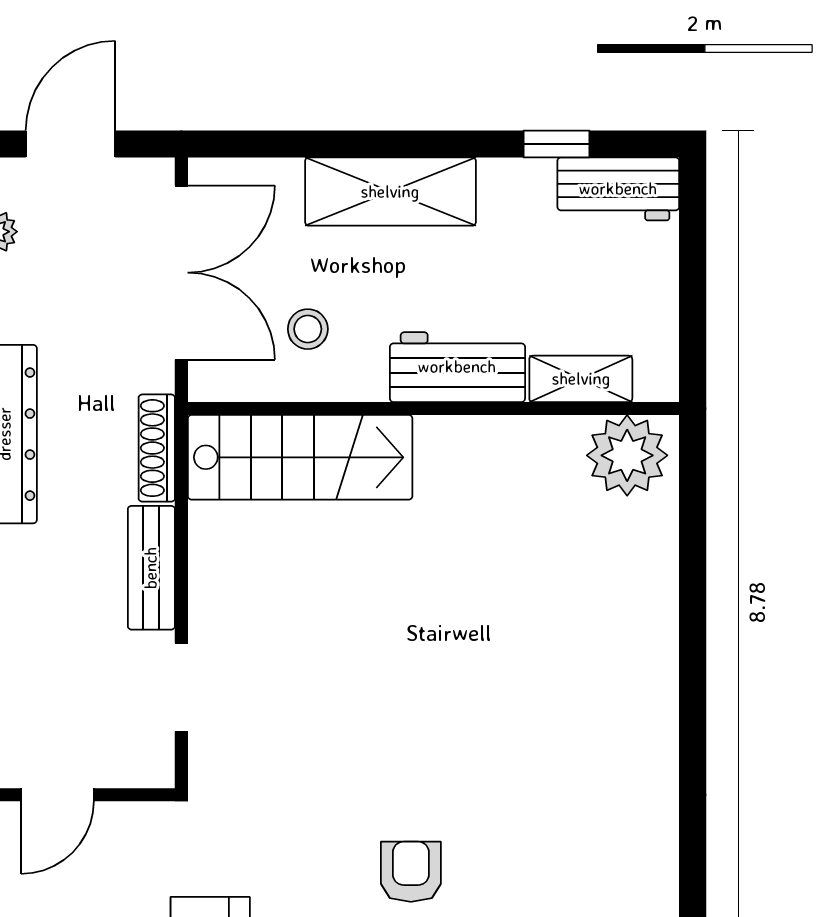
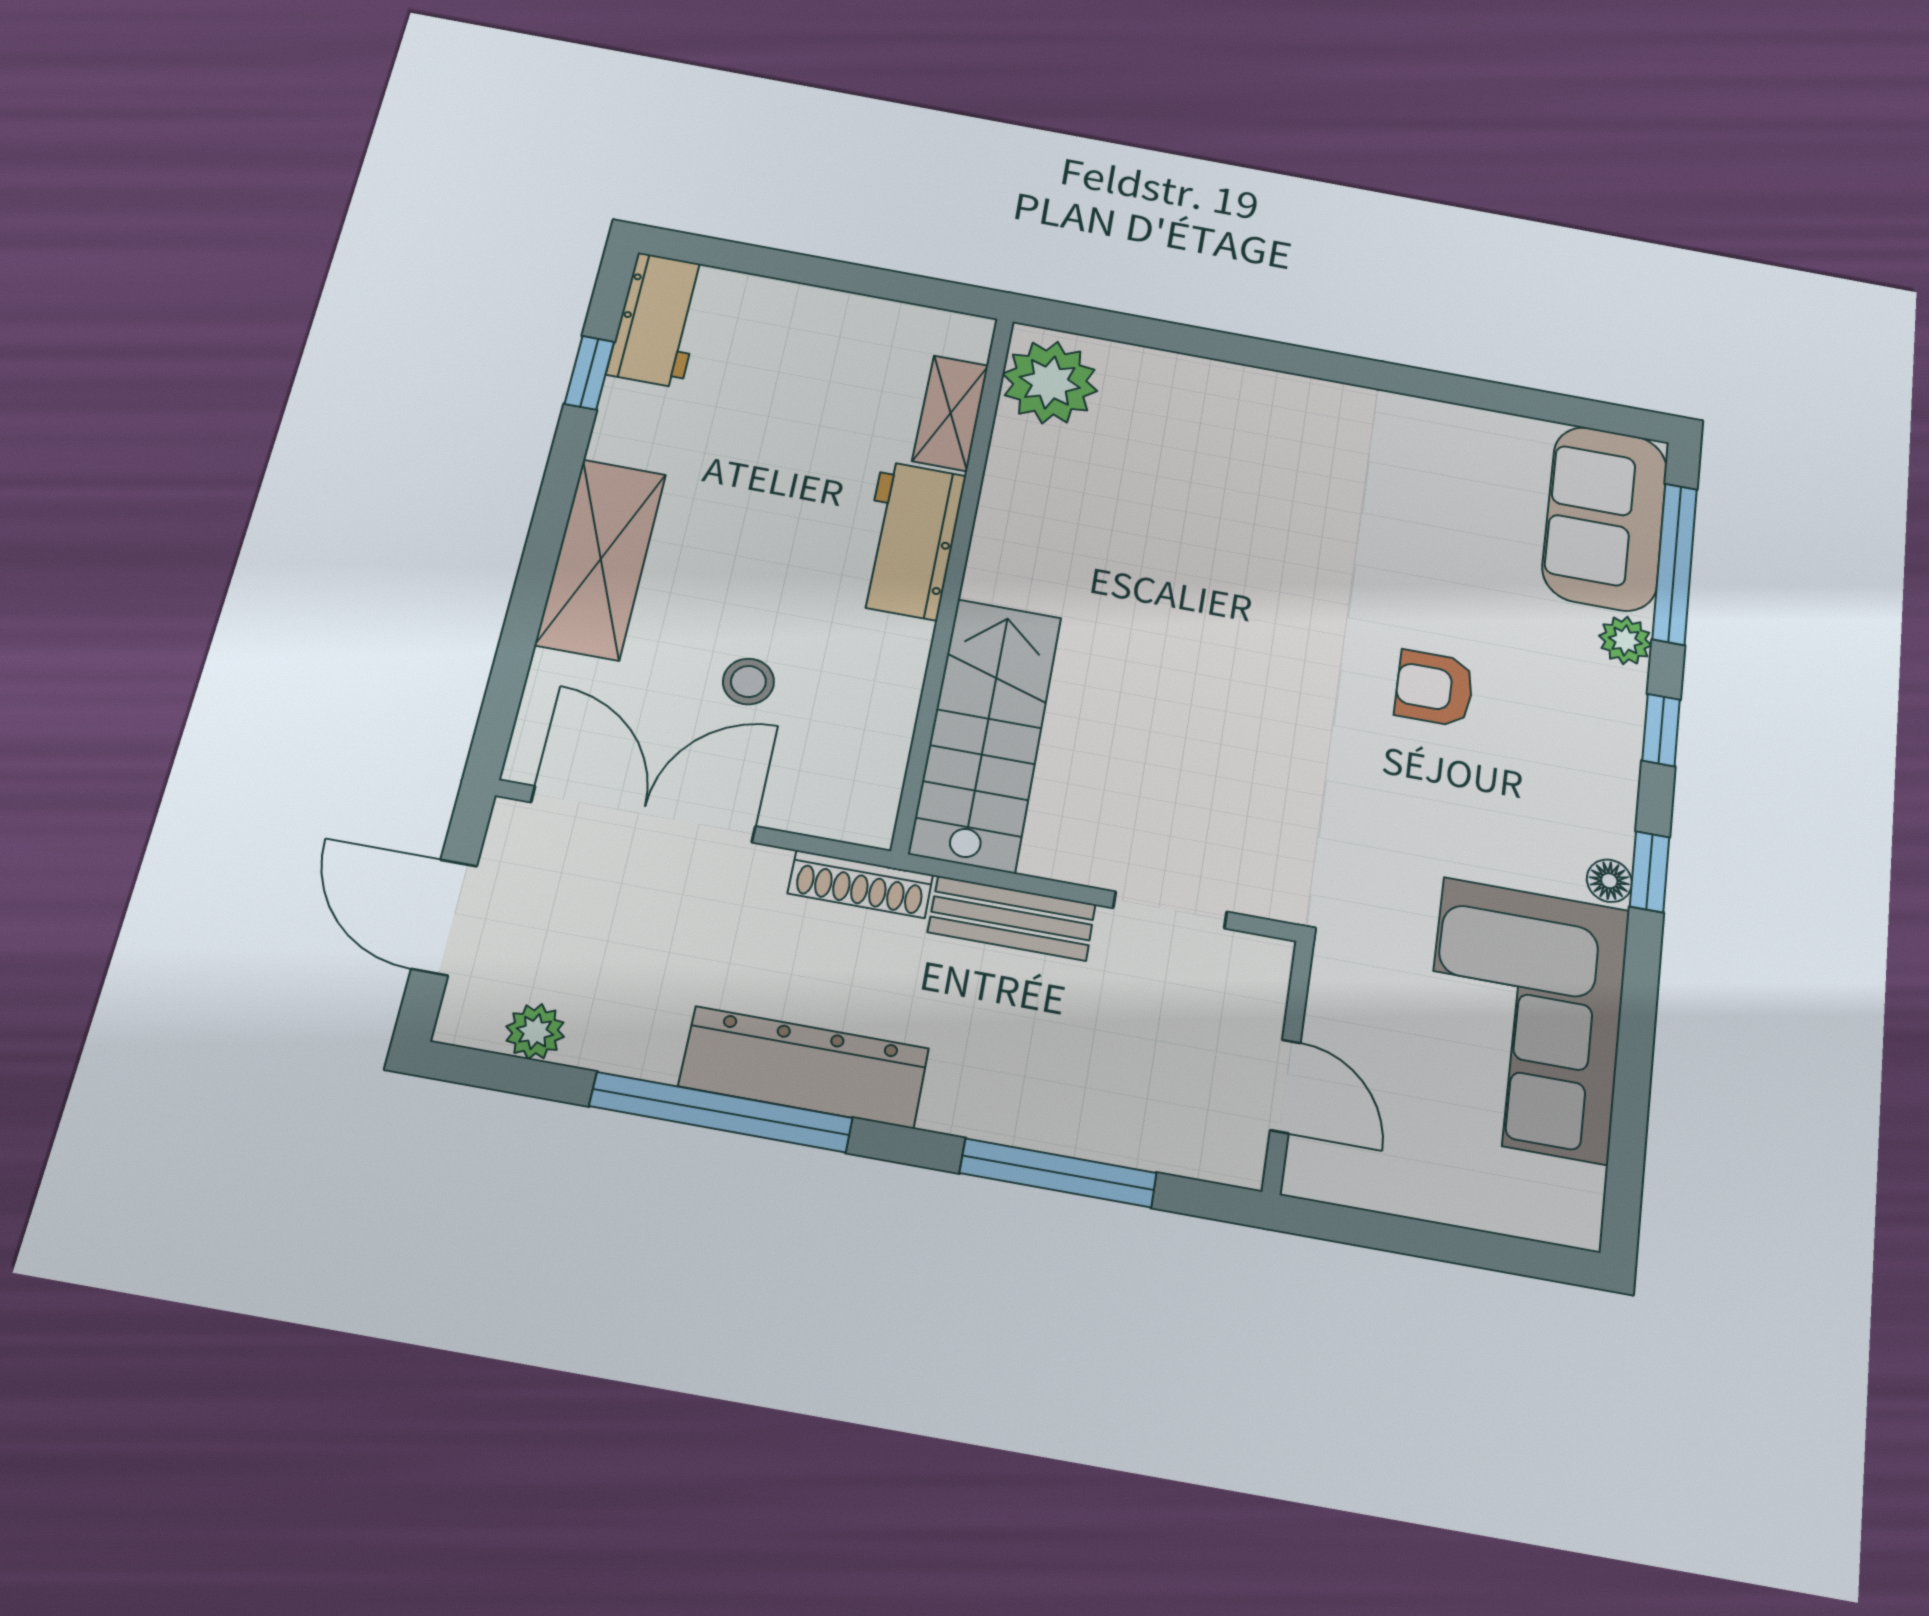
workbench: (457, 367) -> (910, 540), moved
shelving: (581, 379) -> (950, 413), moved
wall: (434, 408) -> (955, 575), moved
plant: (627, 455) -> (1050, 382), moved
stairs: (300, 457) -> (986, 734), moved

